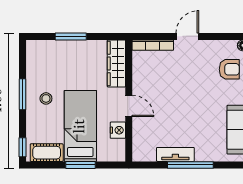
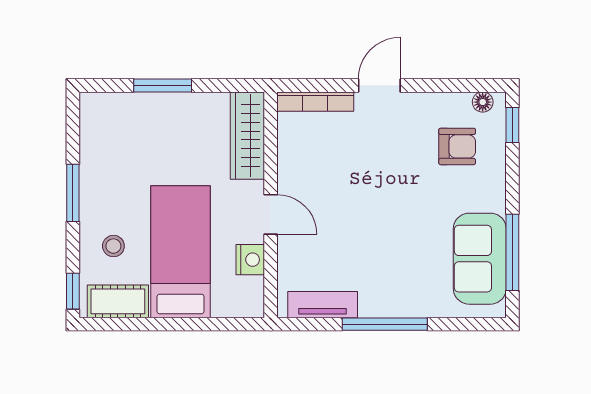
stool: (46, 98) -> (113, 246), moved
tv unit: (175, 154) -> (323, 305), moved
window: (81, 165) -> (181, 324), removed

